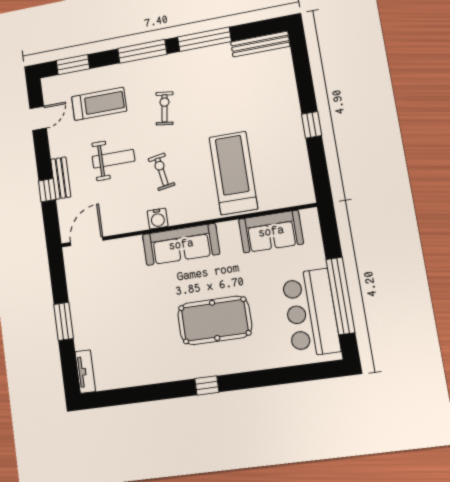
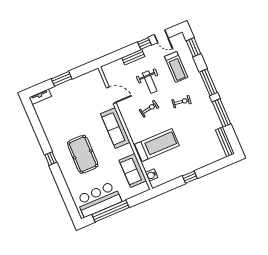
window: (47, 190) -> (144, 43), moved
water cooler: (158, 219) -> (152, 175), moved
door: (87, 241) -> (111, 95), moved

